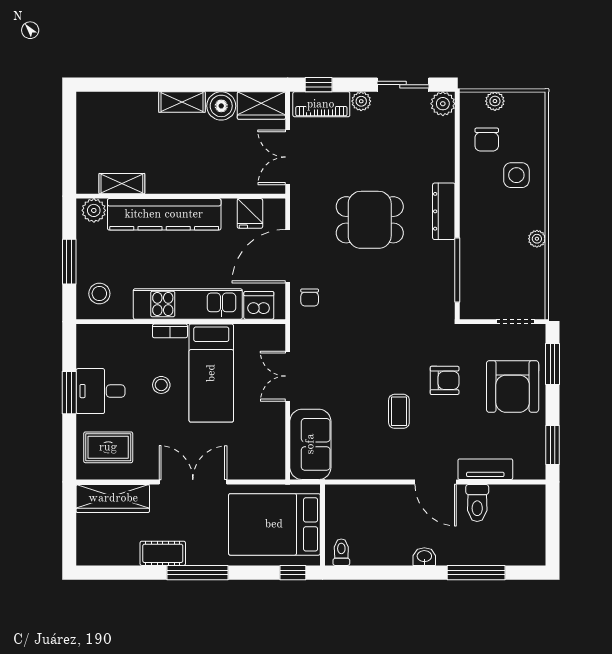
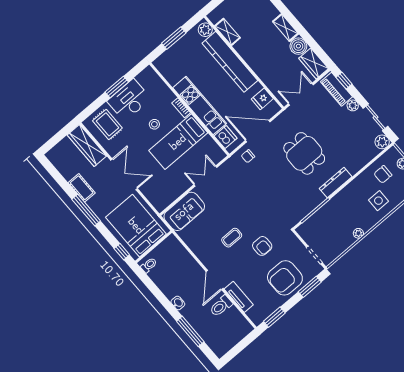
stool: (99, 294) -> (171, 63), removed
desk: (101, 391) -> (129, 100), width x1.37

